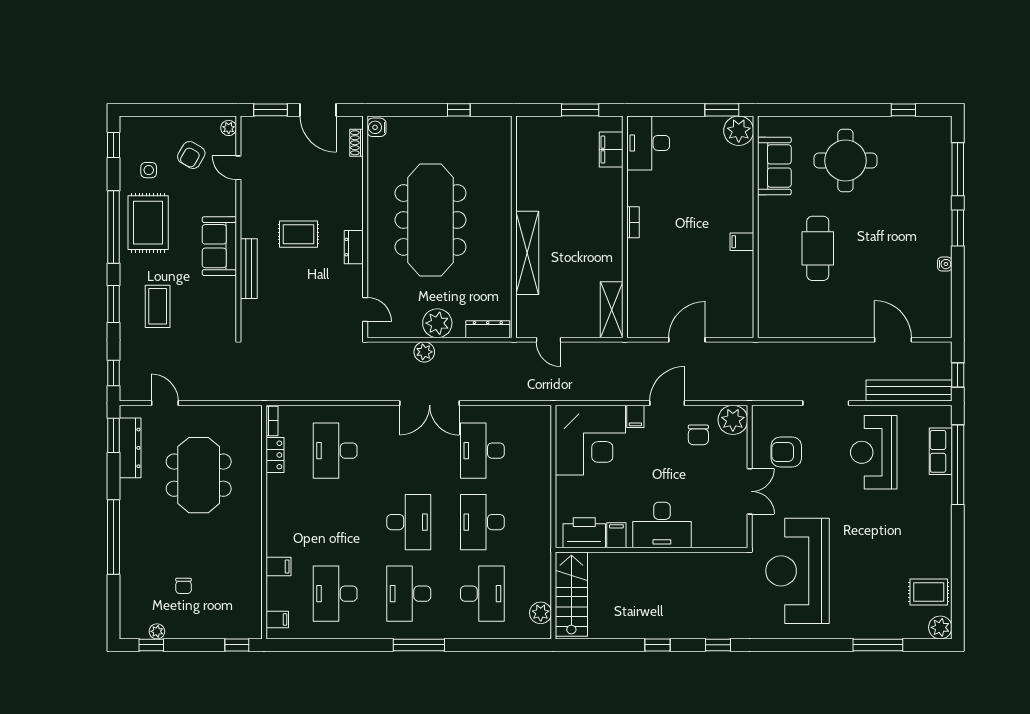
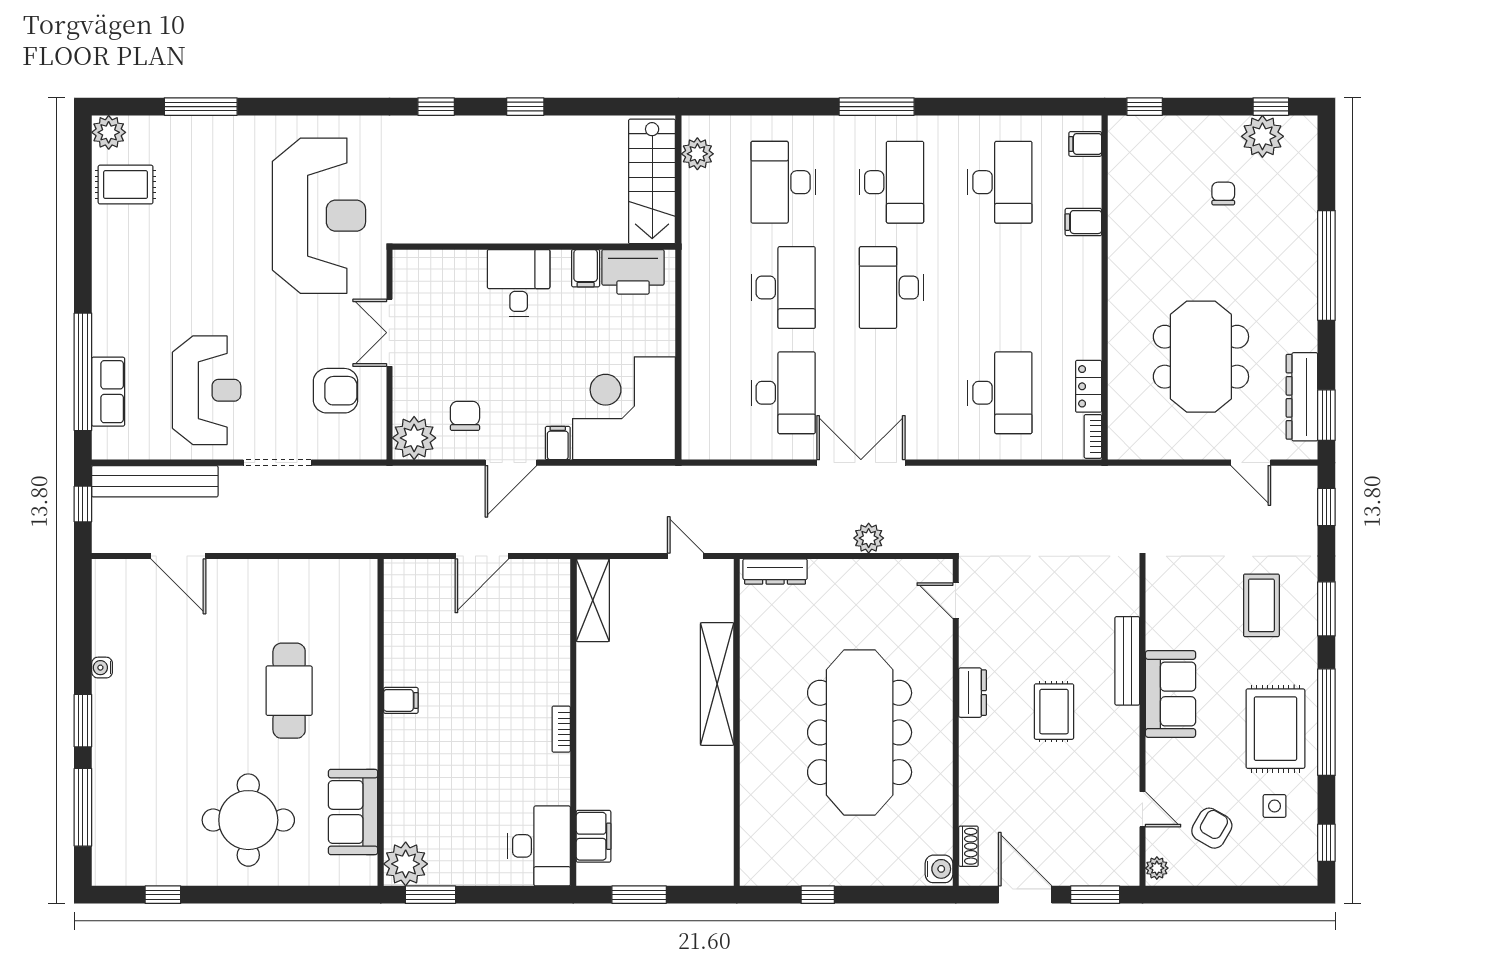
rug: (298, 234) -> (1054, 712), turned 90
plant: (437, 323) -> (849, 580), removed
desk: (662, 525) -> (519, 283), width x0.73
plant: (157, 631) -> (1262, 136), width x1.87, depth x1.87

